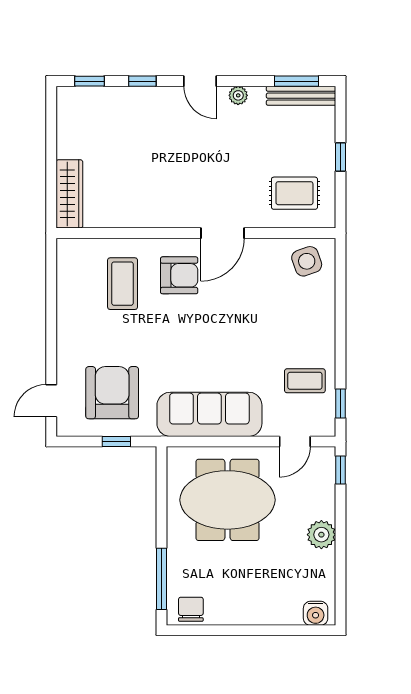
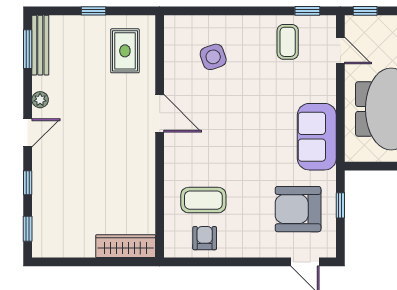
side table: (307, 261) -> (213, 57), moved
armchair: (179, 275) -> (205, 238), moved, width x0.72, depth x0.72
sofa: (209, 414) -> (317, 137), width x0.73

